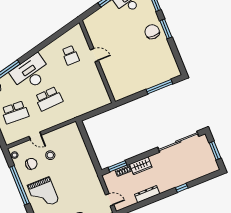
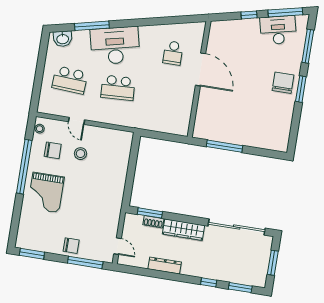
door: (94, 55) -> (201, 69), width x1.87
window: (159, 87) -> (225, 146), moved
wardrobe: (141, 166) -> (184, 230), width x1.50
window: (204, 179) -> (240, 288), added

